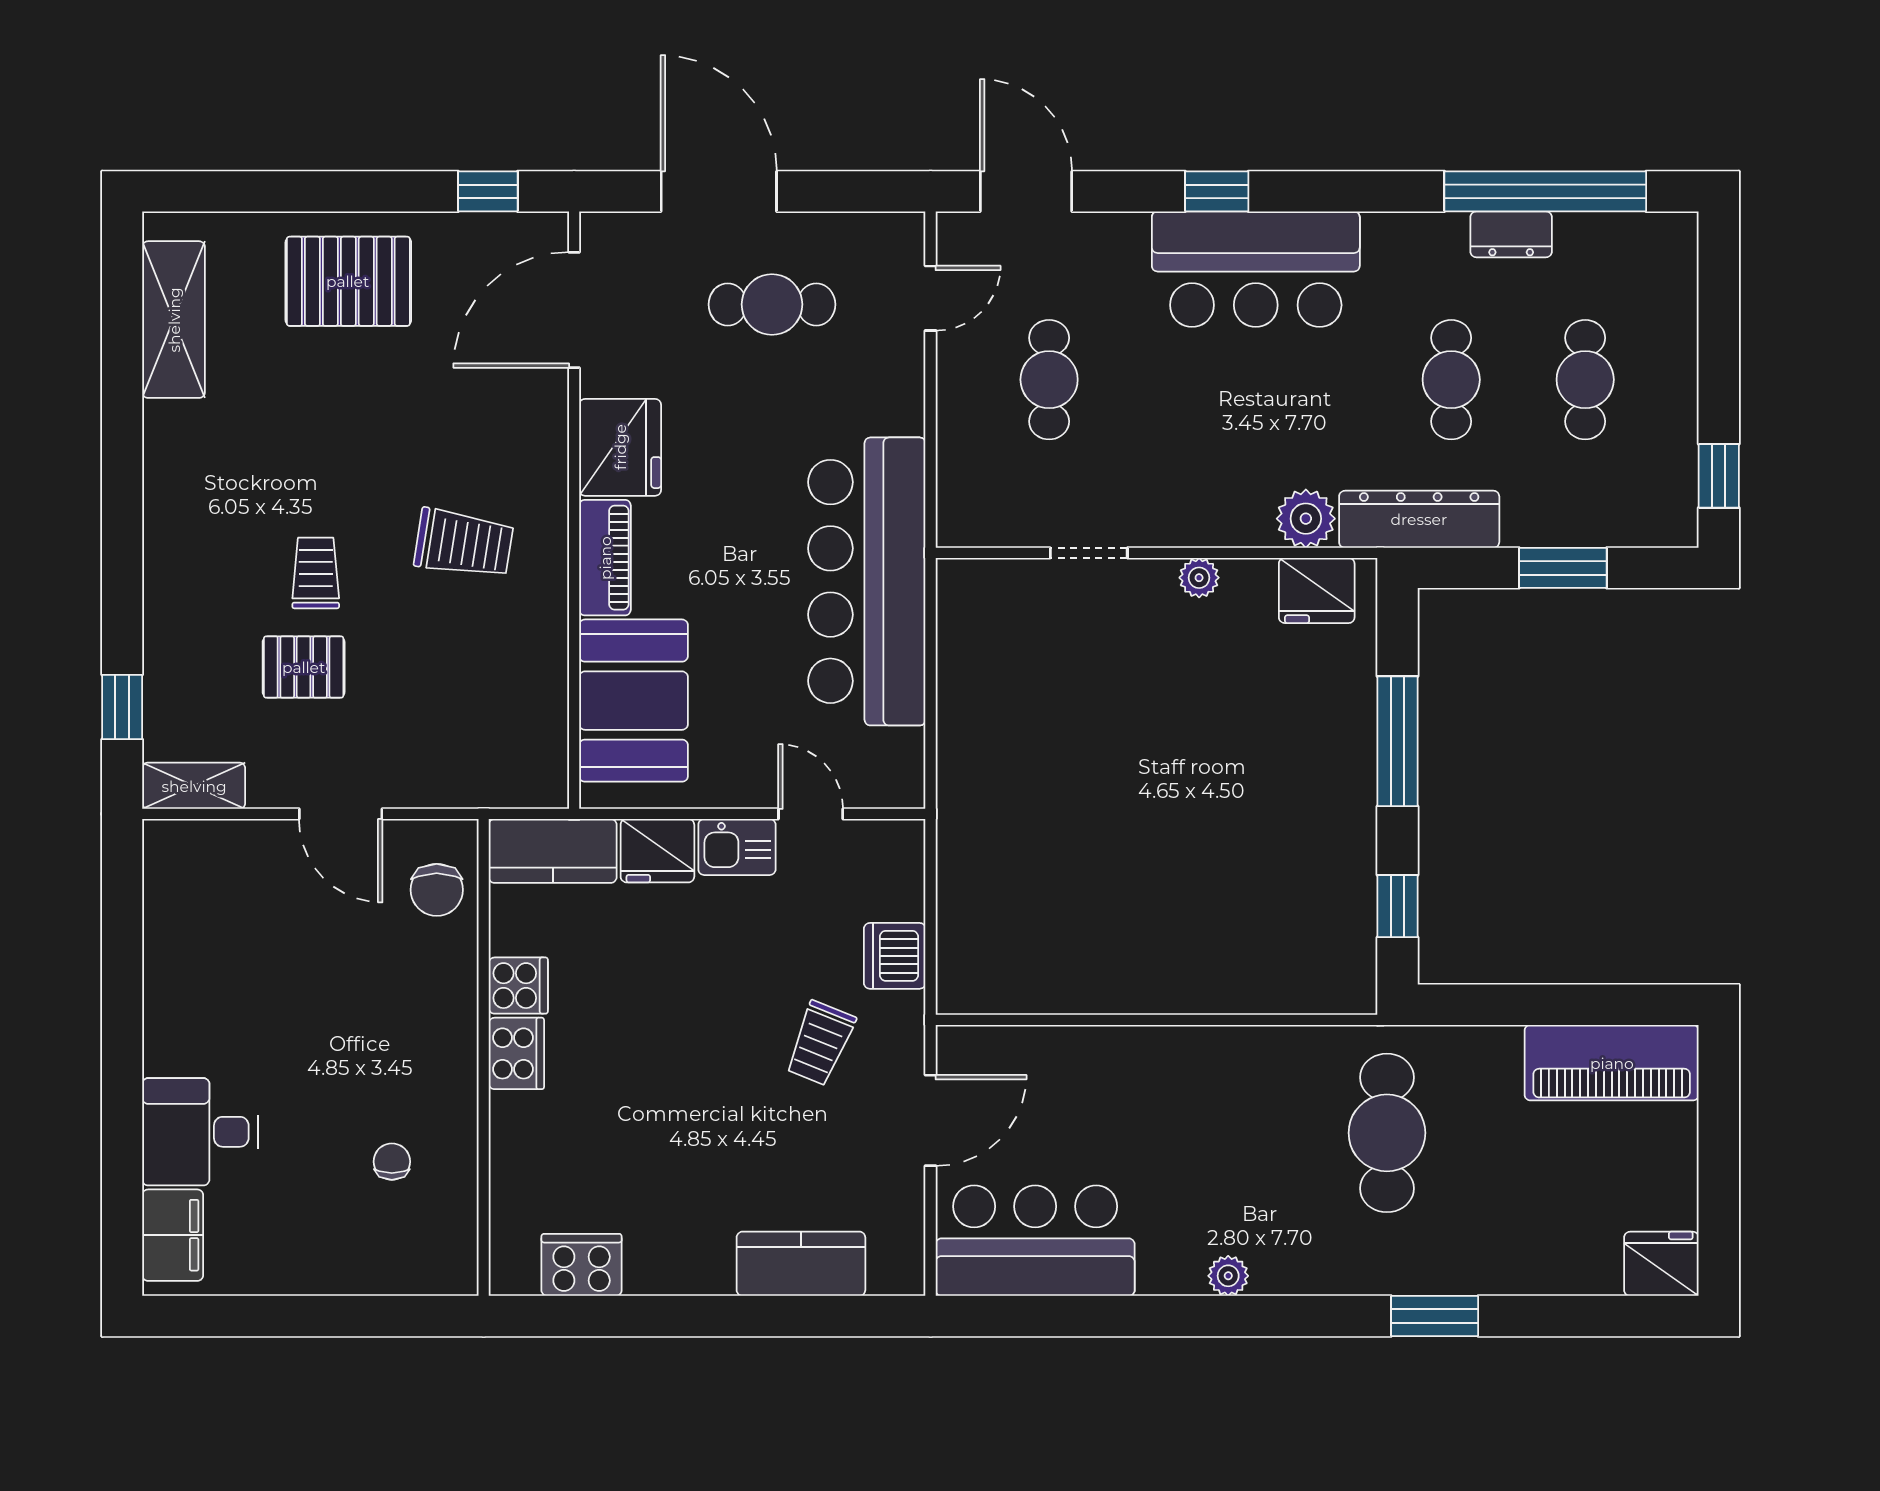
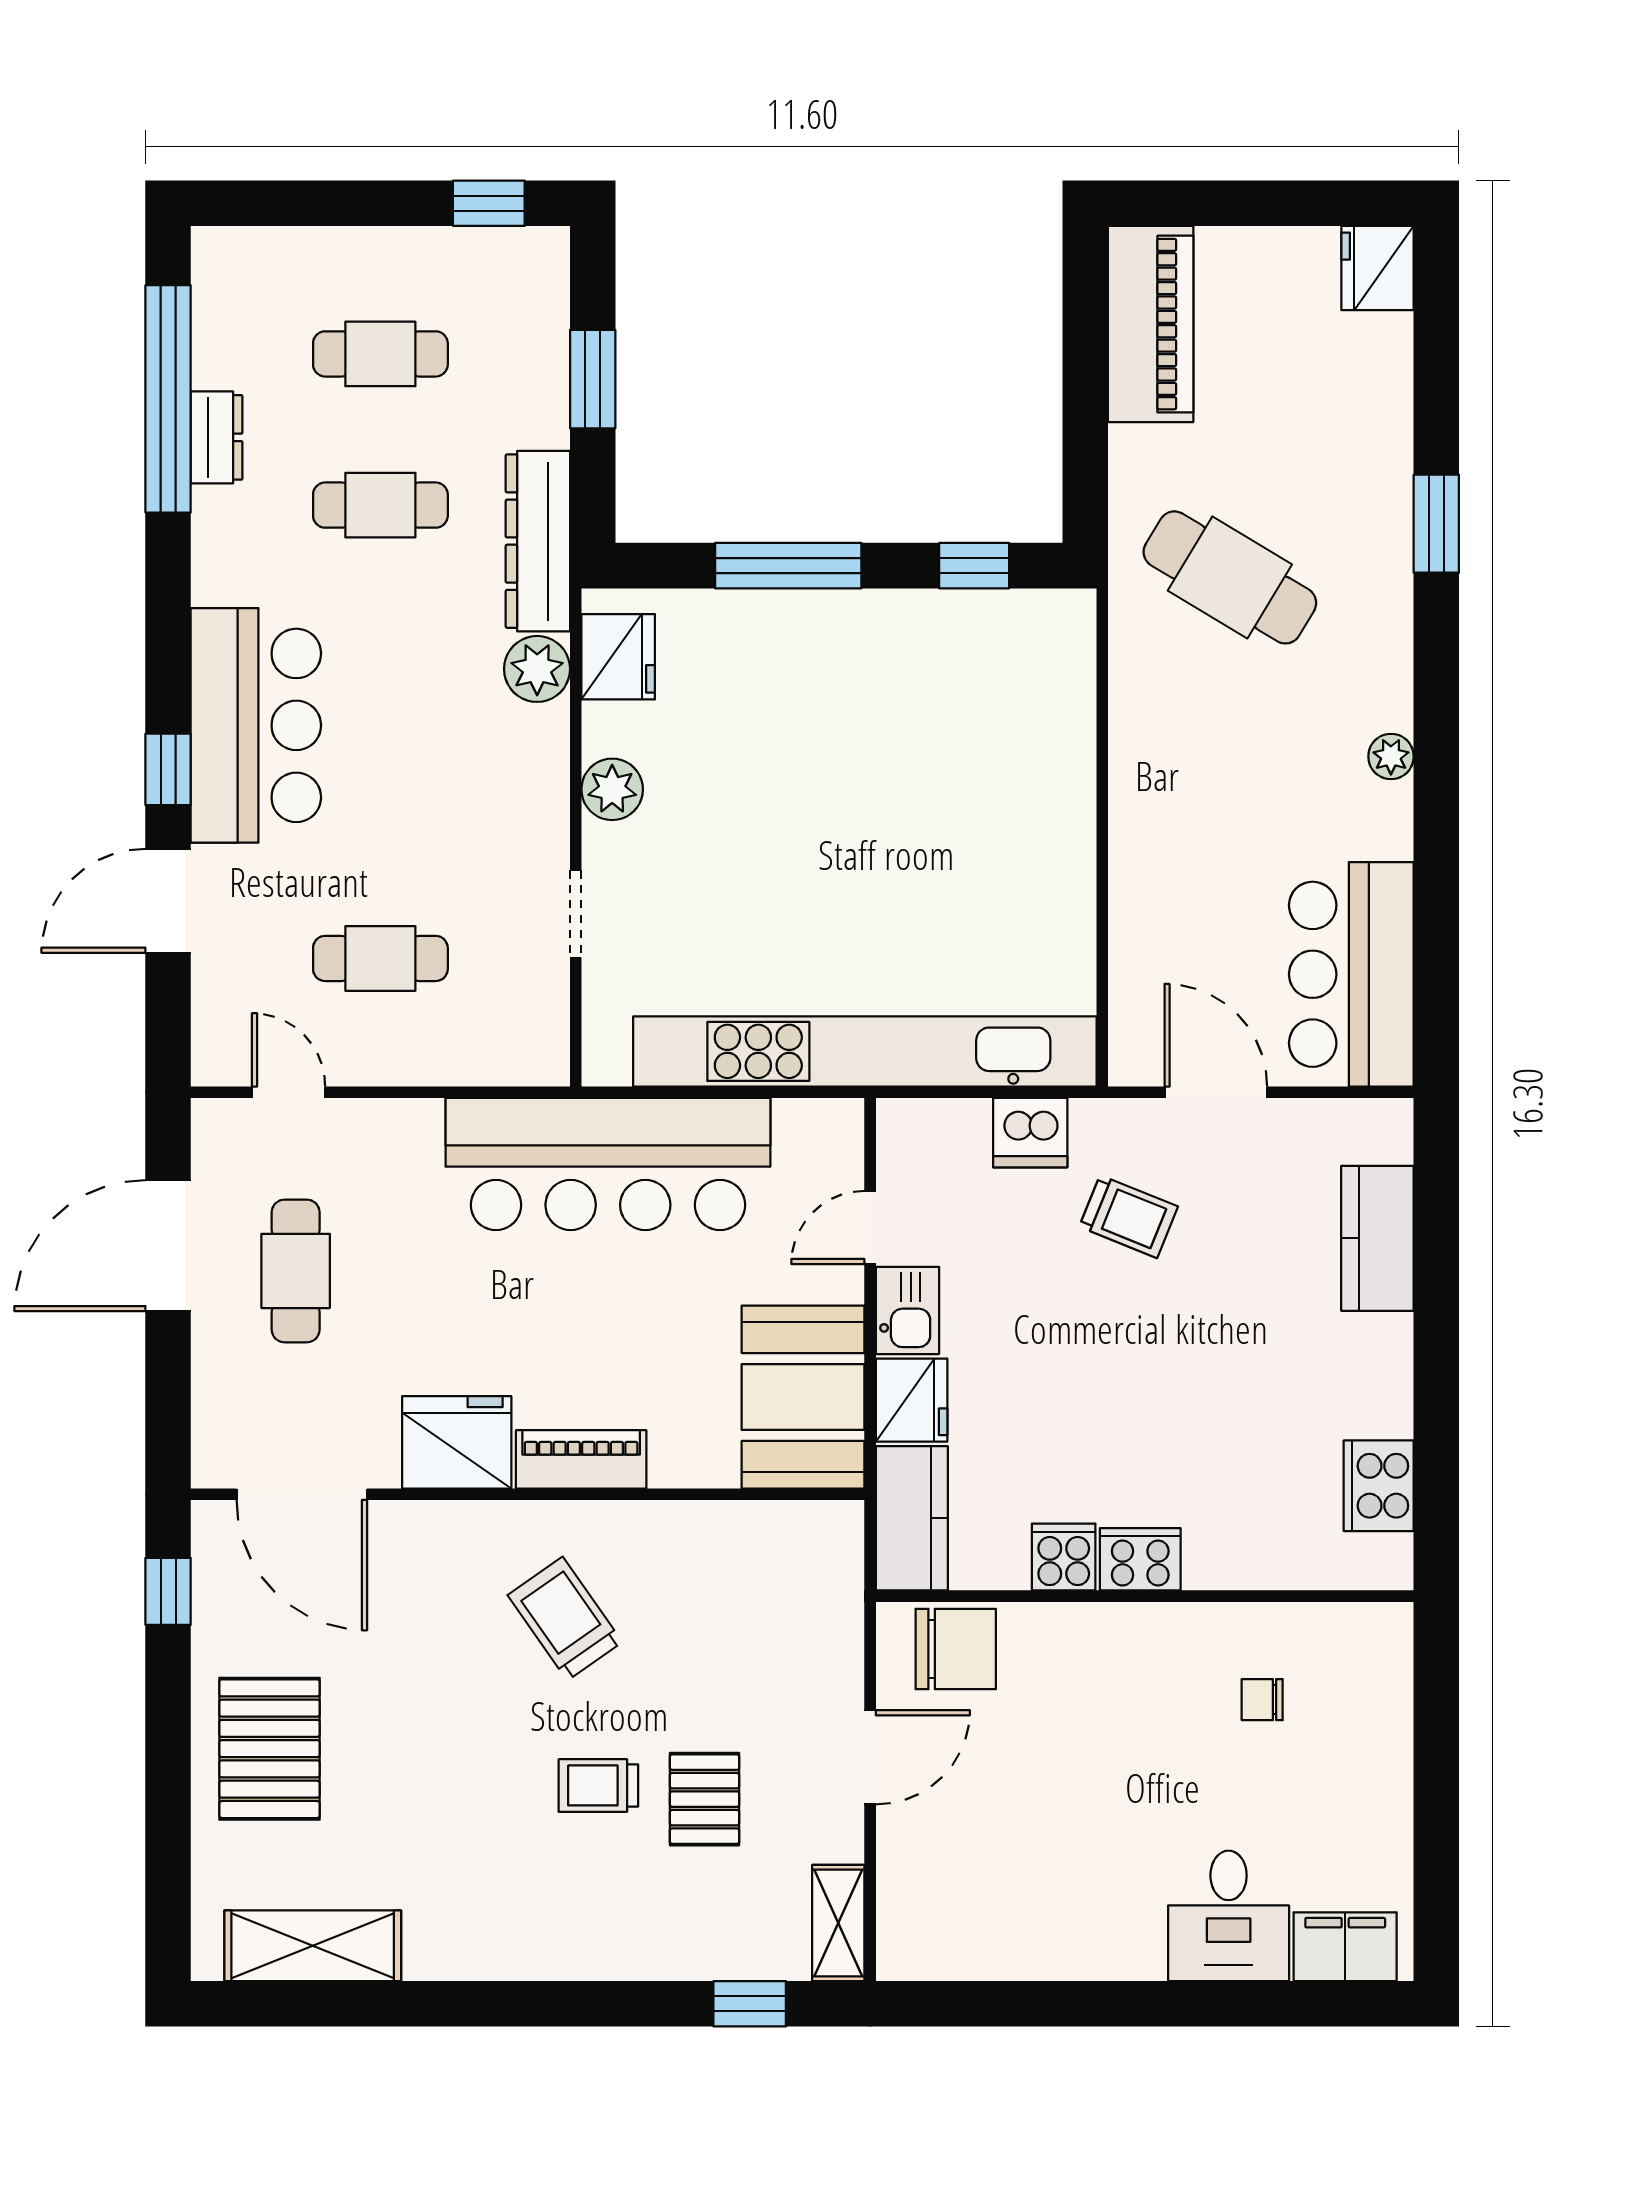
door: (719, 191) -> (168, 1246), moved
door: (1026, 191) -> (168, 901), moved
trolley: (464, 543) -> (565, 1619), turned -44
plant: (1199, 578) -> (612, 789), width x1.38, depth x1.38
booth: (633, 701) -> (803, 1397), moved, turned 90
kitchen unit: (967, 809) -> (865, 1051), added
chair: (437, 890) -> (956, 1649), width x1.37, depth x1.37
cafe table: (1387, 1133) -> (1230, 577), turned 31

